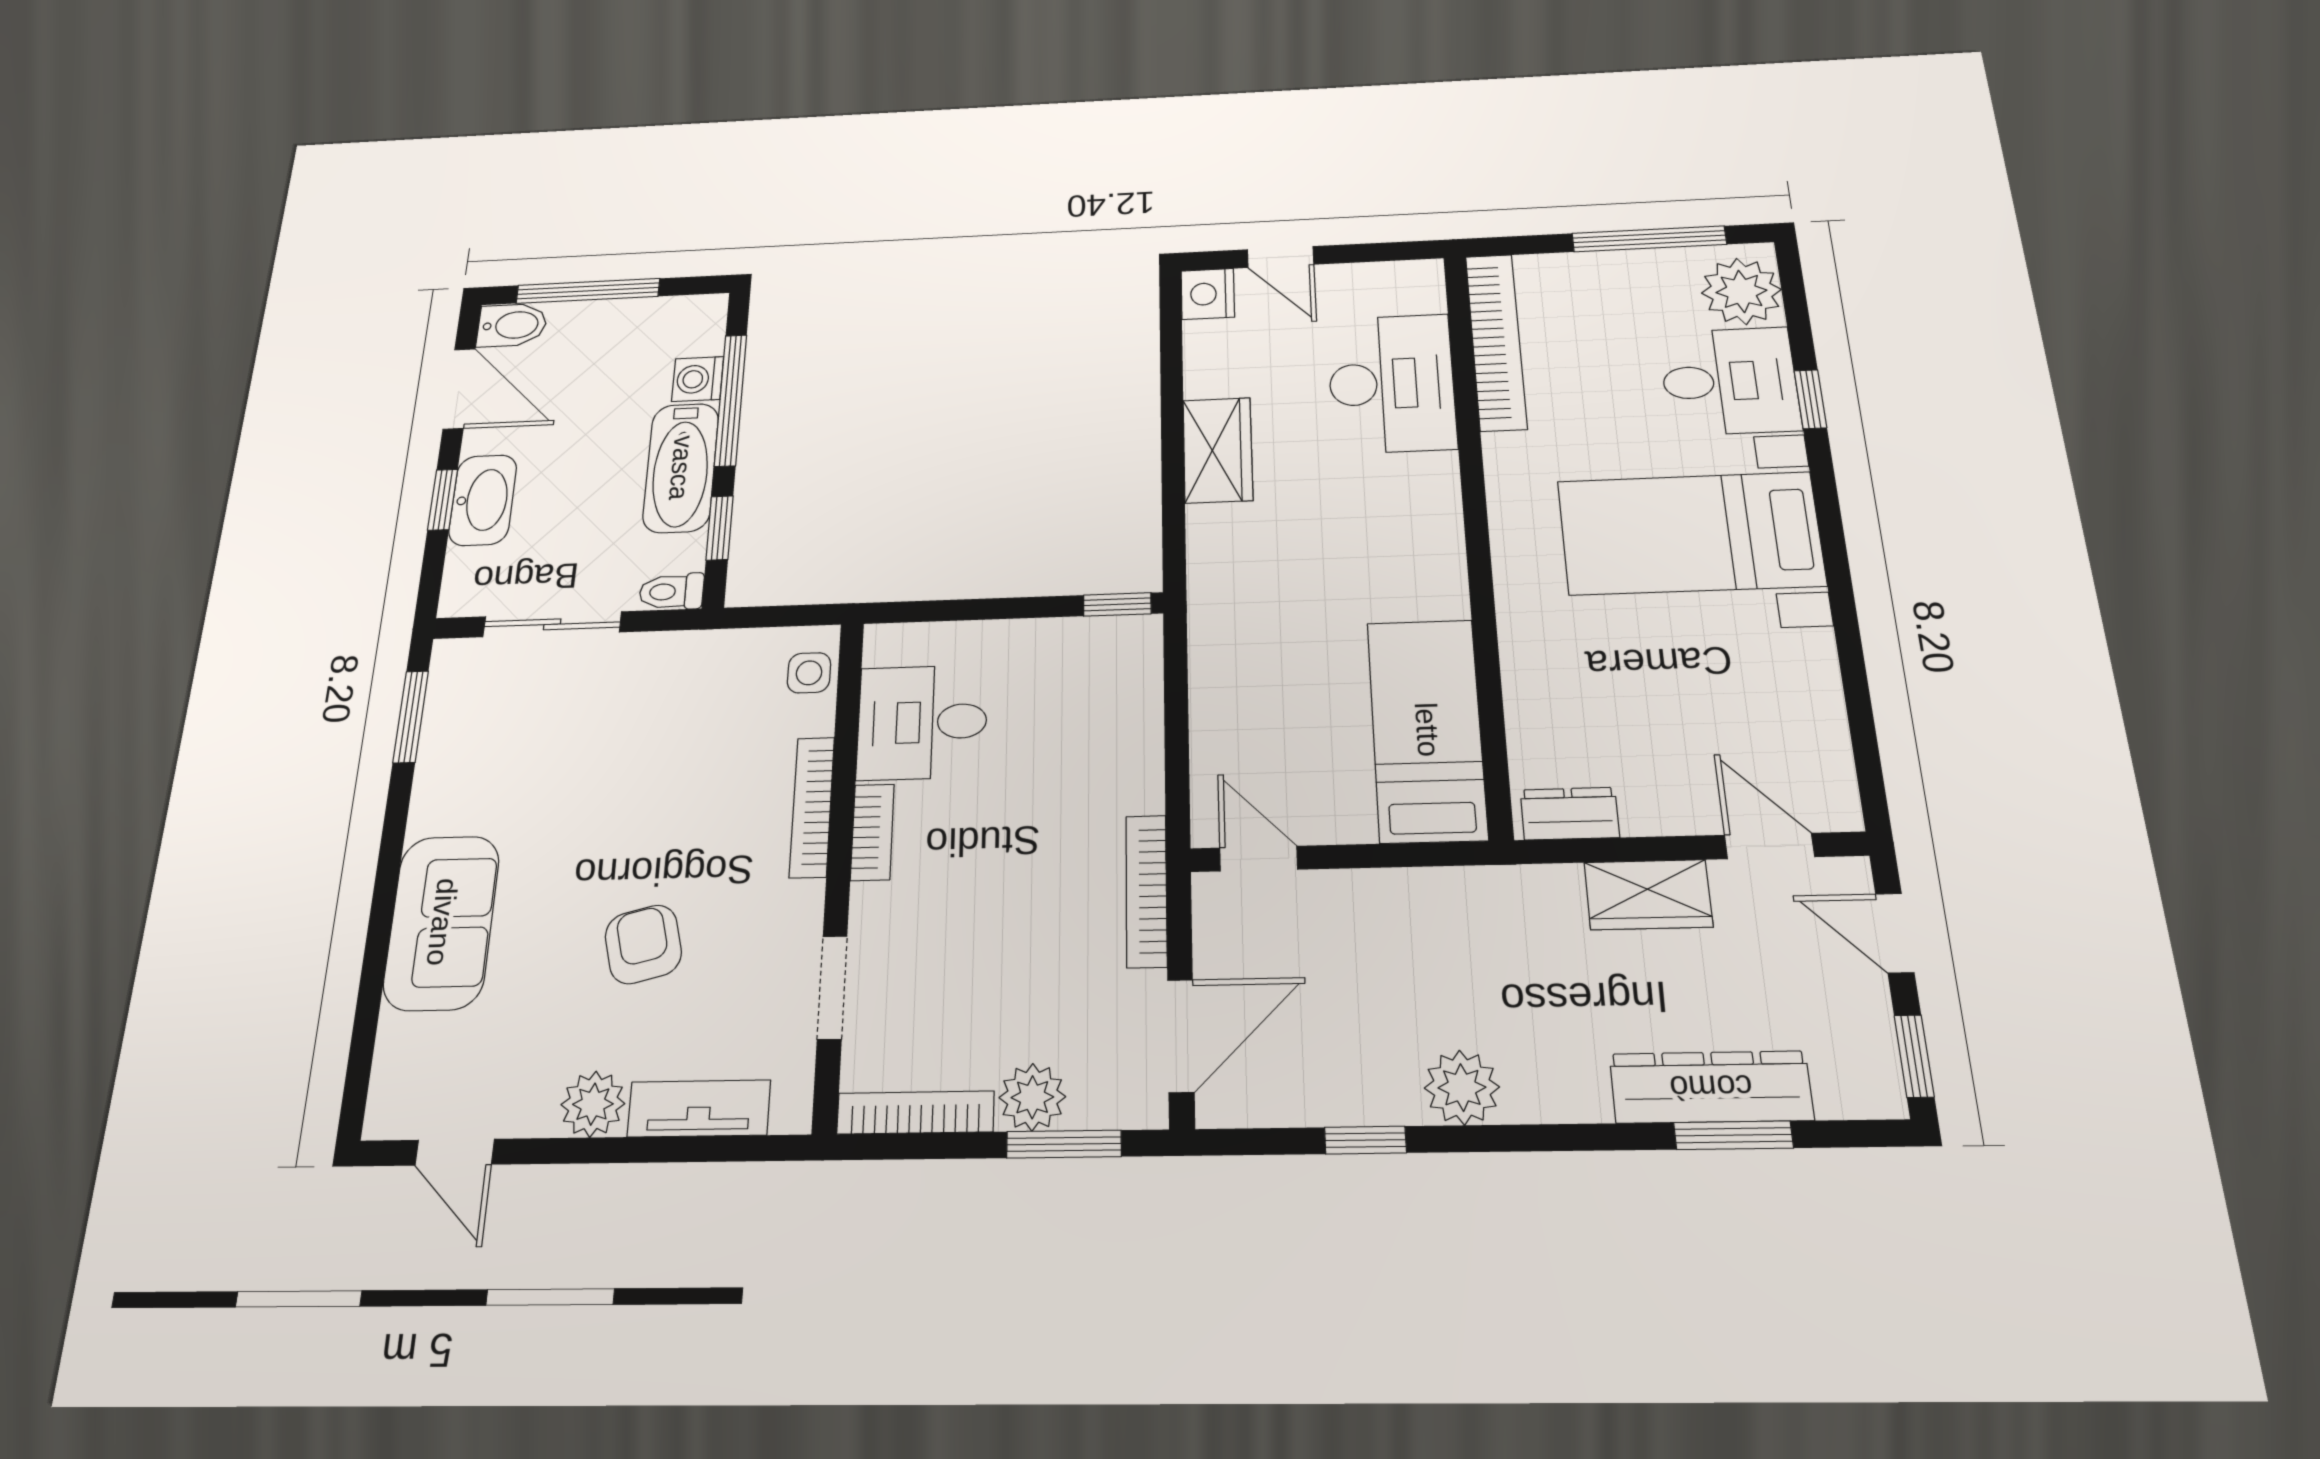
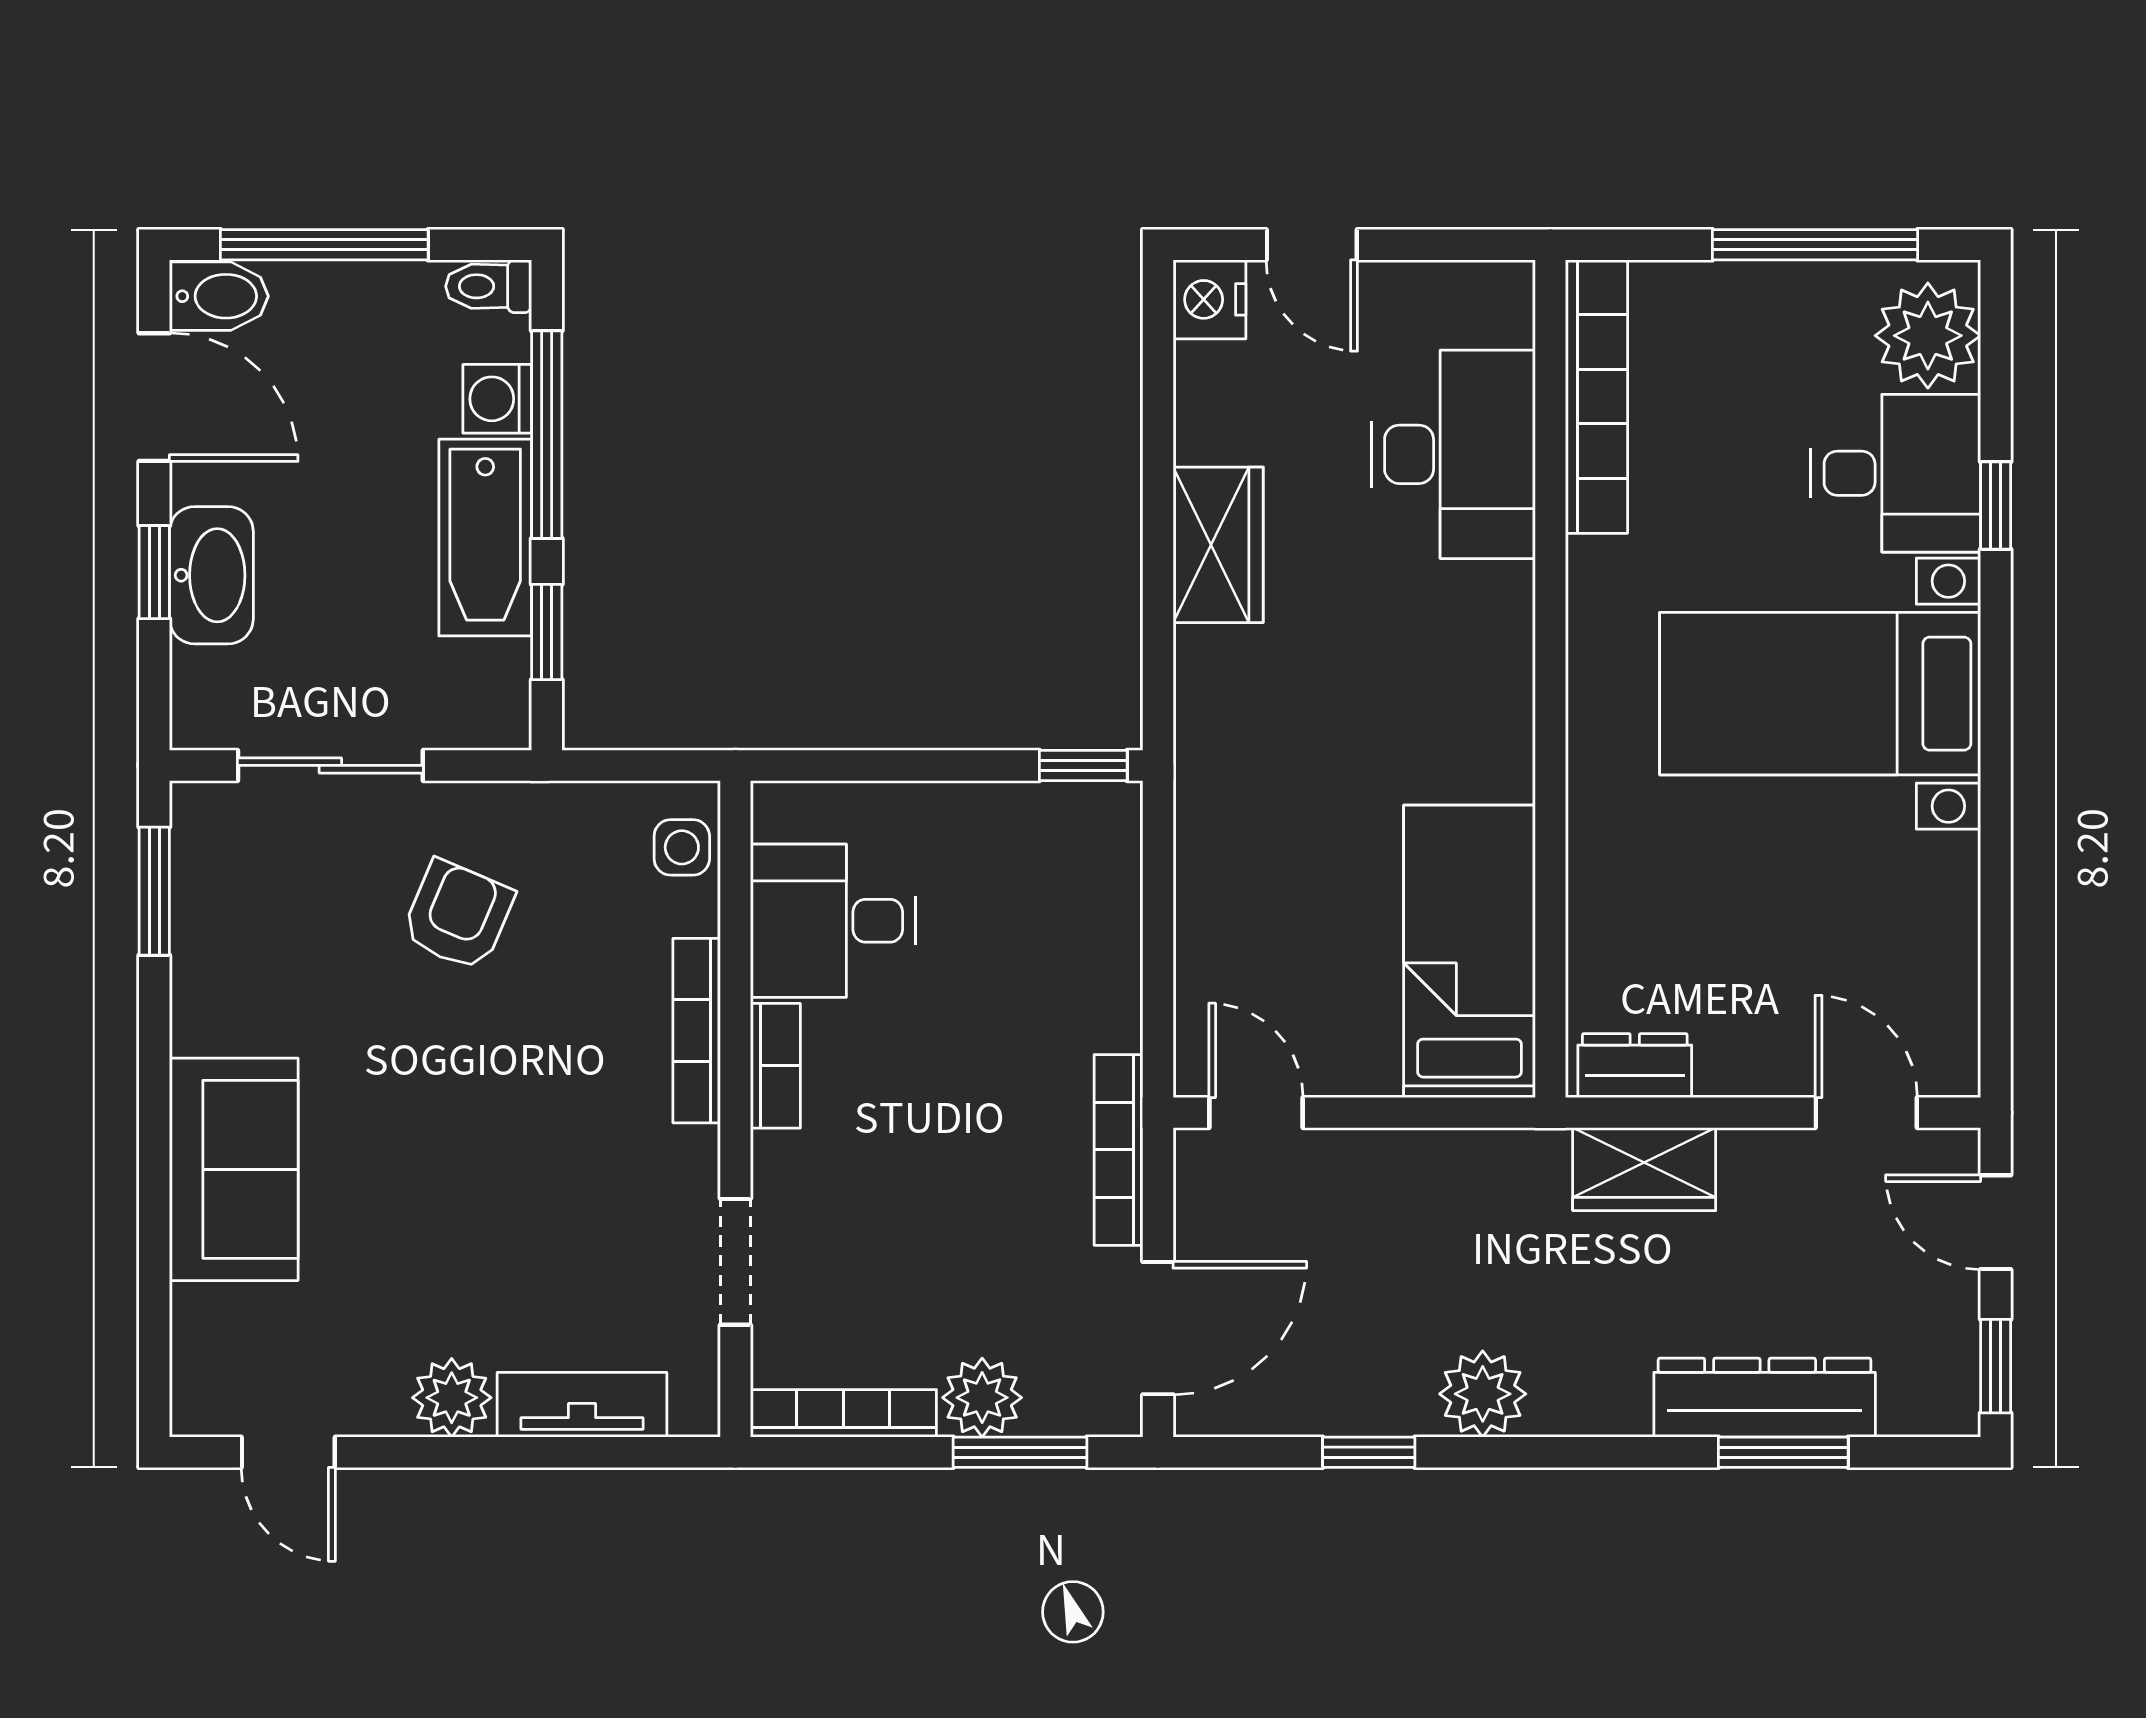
toilet: (671, 592) -> (489, 286), moved
wardrobe: (1648, 895) -> (1644, 1169), moved
armchair: (643, 944) -> (458, 915), moved, turned 37

